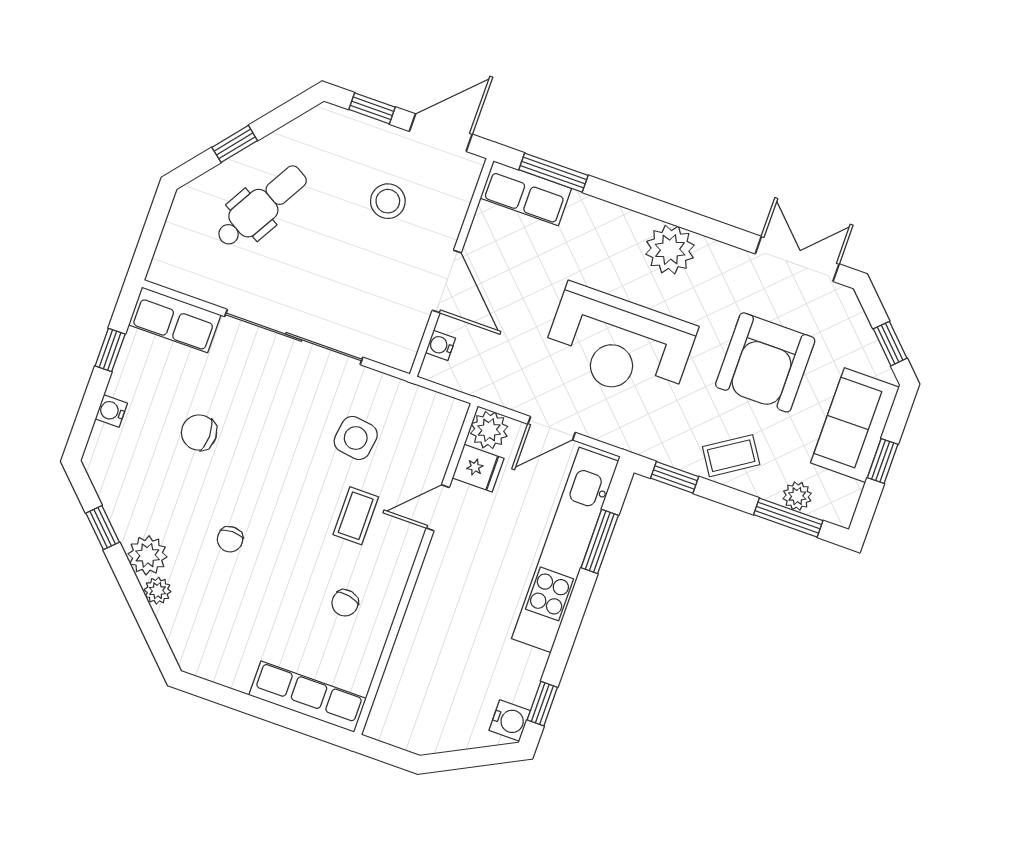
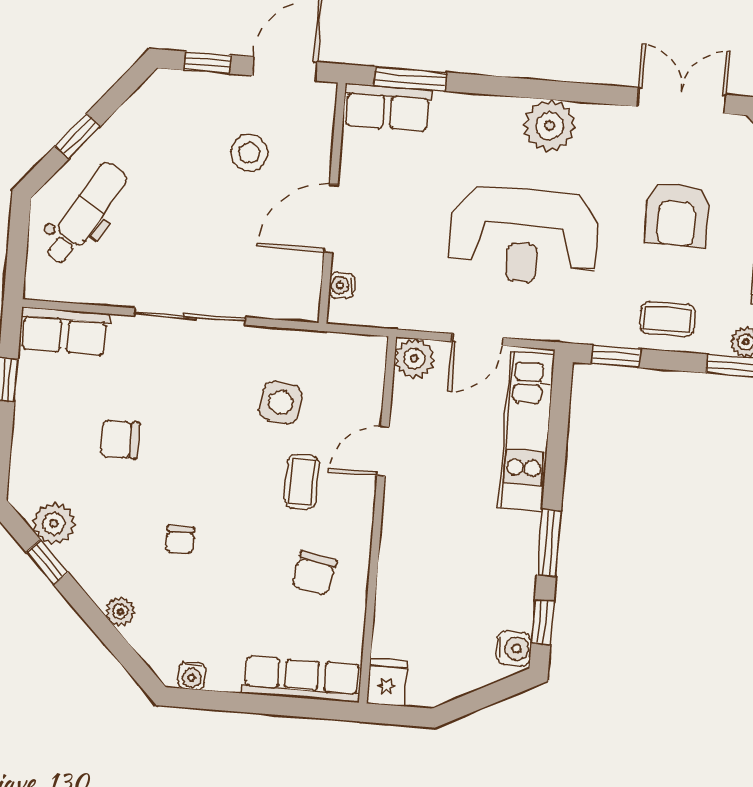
dental chair: (261, 206) -> (85, 214), moved
door: (447, 282) -> (331, 219), swing flipped
sliding door: (294, 337) -> (190, 316), width x0.73
armchair: (765, 362) -> (677, 215), width x0.73, depth x0.73
water cooler: (111, 411) -> (192, 676), moved, turned -90
coffee table: (731, 456) -> (667, 319), turned 33
fridge: (478, 468) -> (387, 682), moved, turned -90
window: (600, 542) -> (549, 543), moved
kitchen unit: (565, 550) -> (526, 431), width x0.73
plant: (148, 555) -> (54, 523), moved
chair: (345, 603) -> (314, 573), width x1.37, depth x1.37

